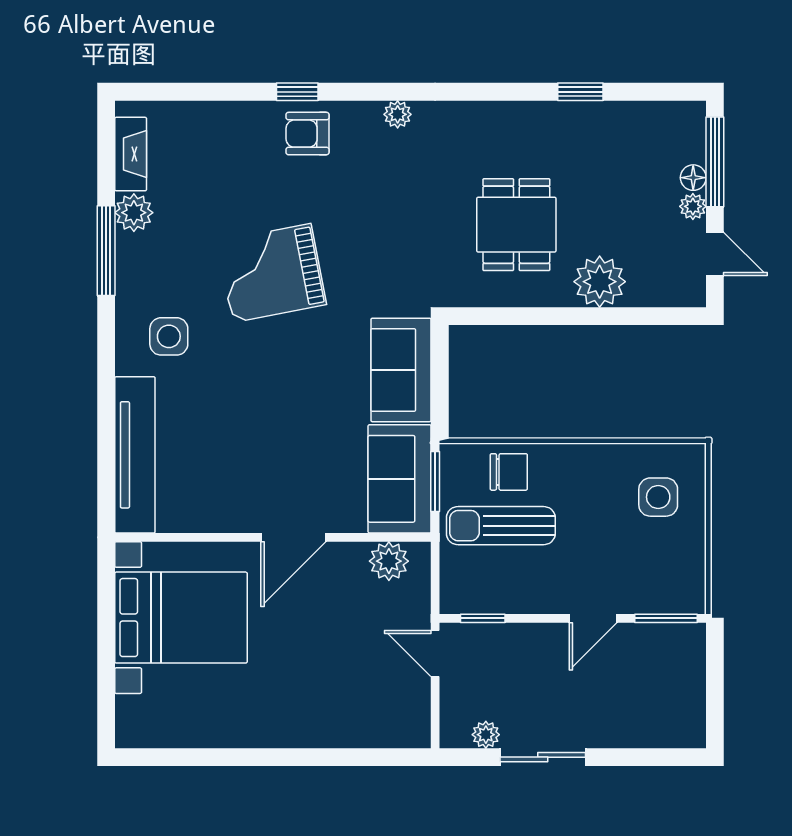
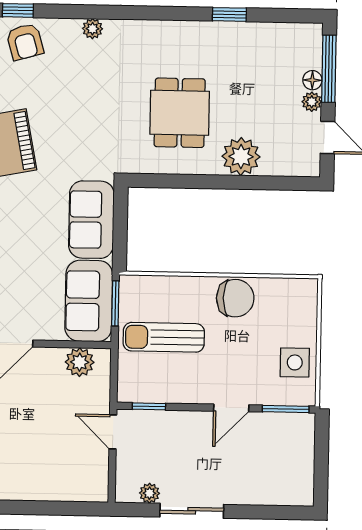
armchair: (308, 134) -> (25, 42), turned -106
chair: (509, 472) -> (235, 298), moved, width x1.37, depth x1.37
side table: (658, 497) -> (295, 362), moved

